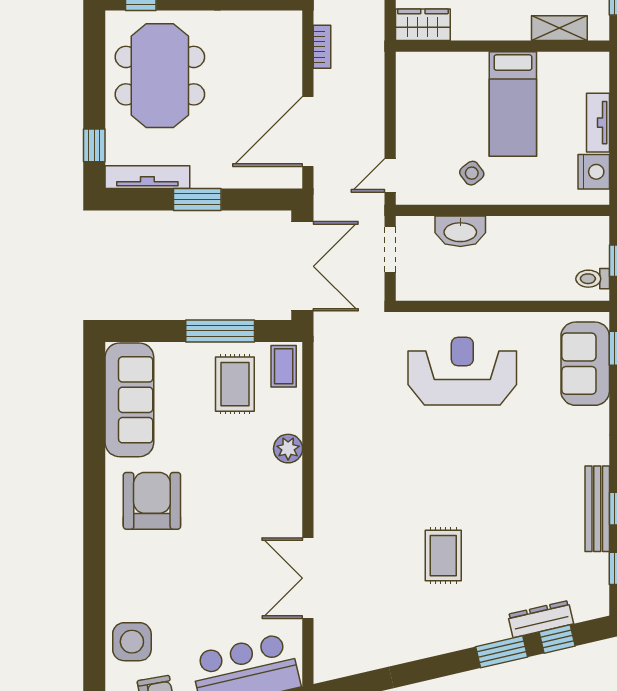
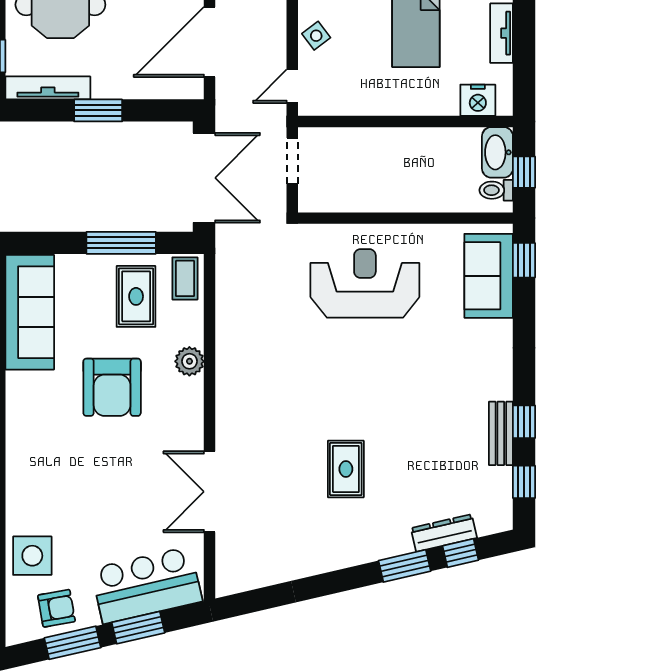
nightstand: (594, 172) -> (478, 100), moved, turned 90
side table: (472, 173) -> (316, 36), moved
washbasin: (460, 231) -> (497, 152), moved, turned 90
armchair: (152, 501) -> (112, 387), moved, turned 180
bench: (597, 509) -> (501, 433), width x0.73

